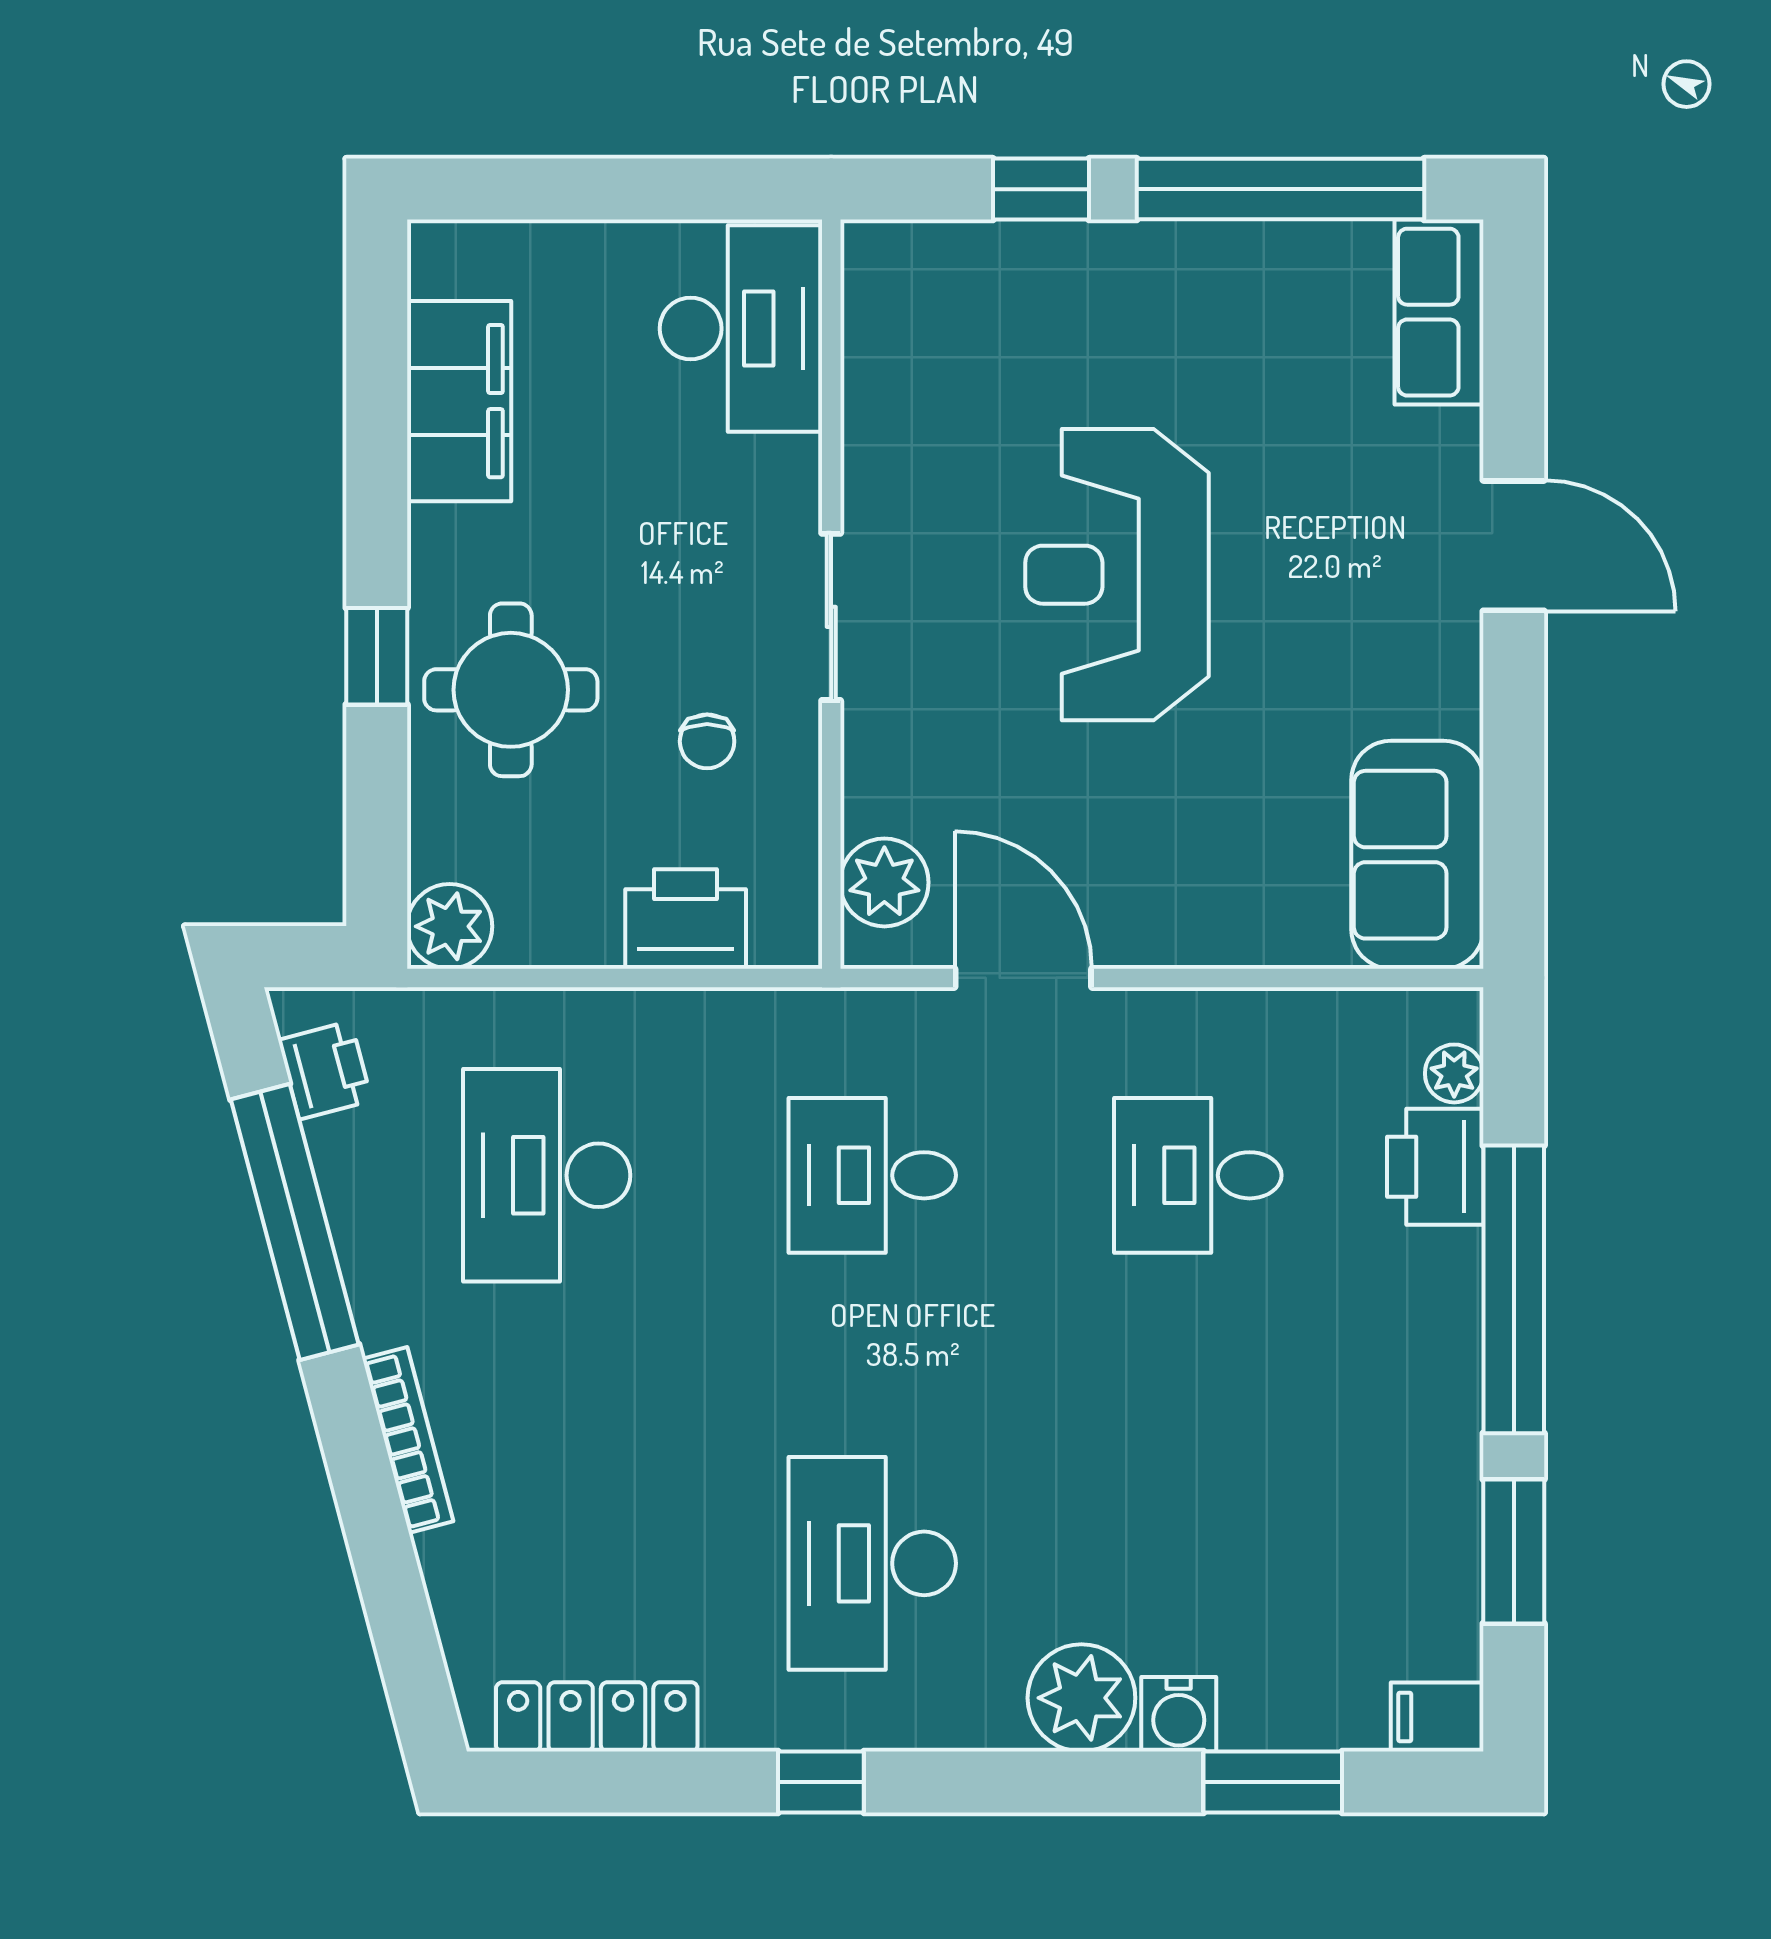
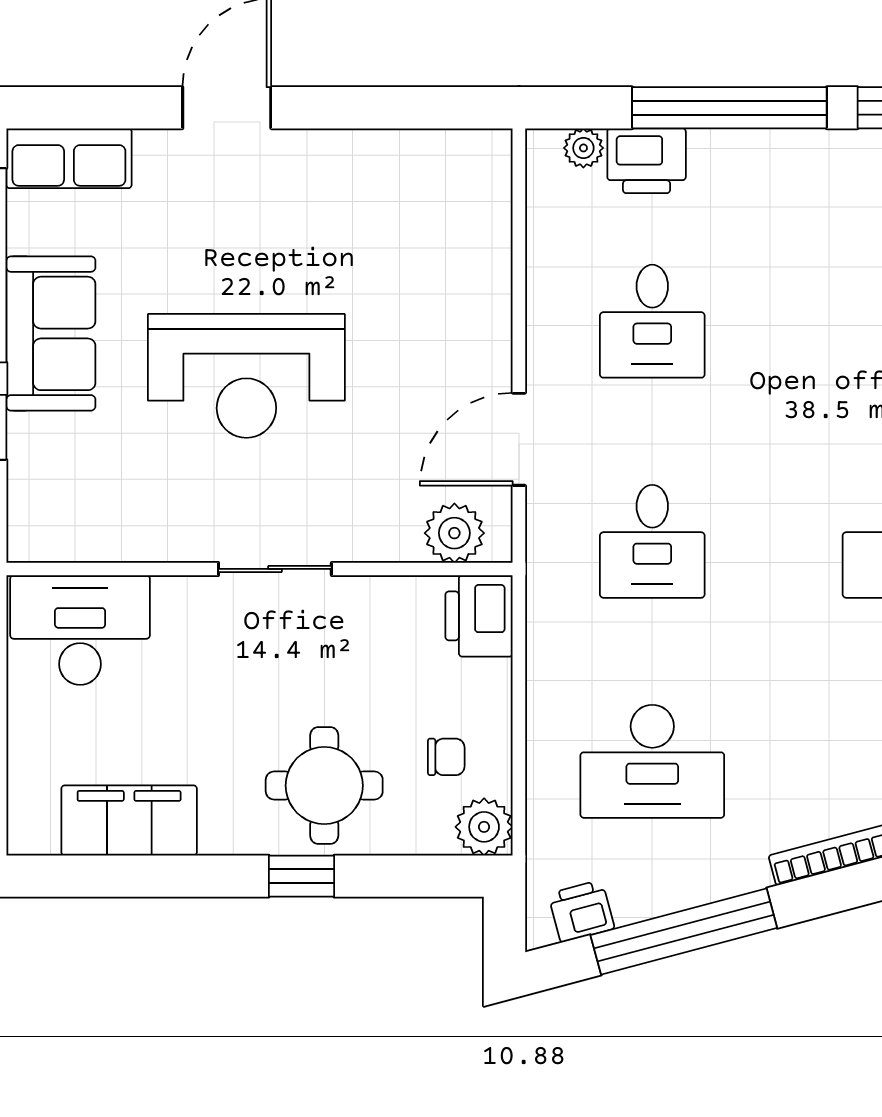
chair: (707, 741) -> (446, 757), moved
sofa: (1417, 855) -> (51, 333), moved, turned -90
printer: (686, 919) -> (479, 616), moved

